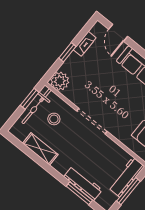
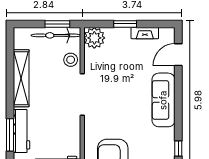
stool: (54, 119) -> (71, 60), moved
shelving: (40, 149) -> (21, 78), width x1.47

